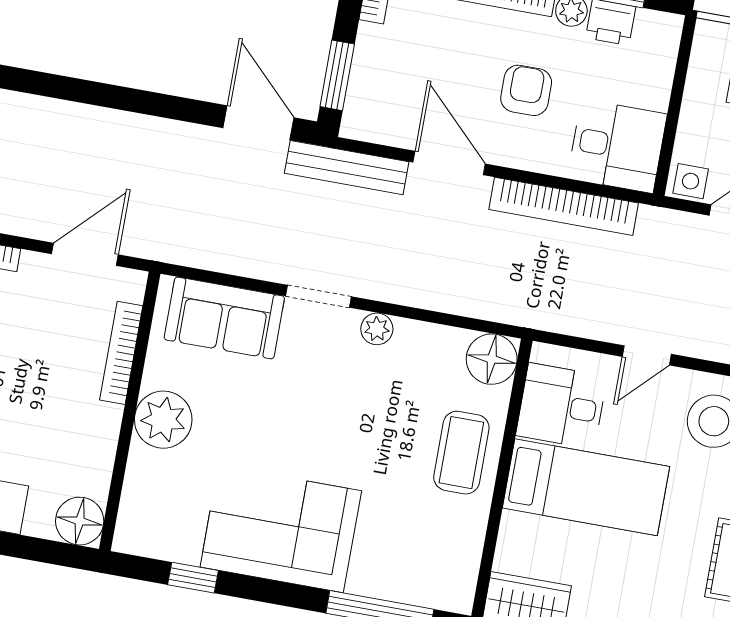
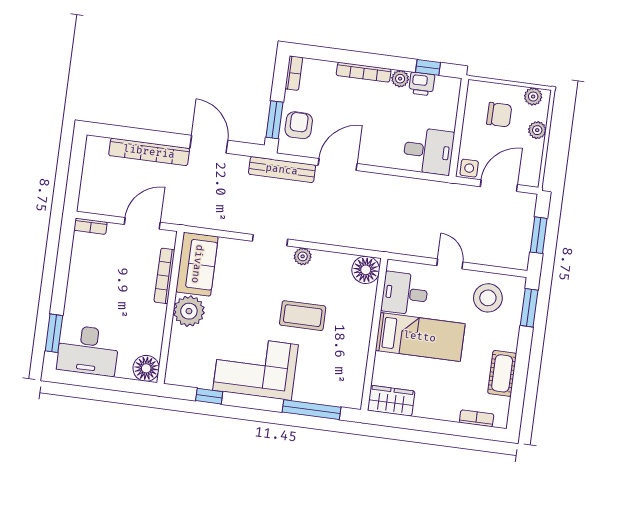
armchair: (526, 90) -> (299, 125), moved
door: (259, 123) -> (209, 144), moved
door: (449, 163) -> (338, 164), hinge flipped
bookcase: (564, 206) -> (149, 152), moved
sofa: (224, 318) -> (197, 264), moved, turned -90
door: (647, 355) -> (450, 264), swing flipped
coffee table: (461, 453) -> (303, 316), moved, turned 90

